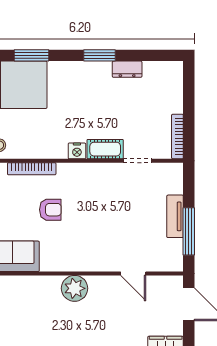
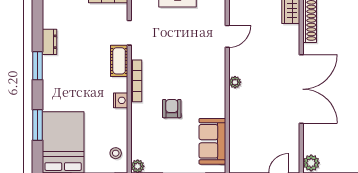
nightstand: (77, 151) -> (121, 100), moved
bookcase: (32, 169) -> (136, 81), moved
plant: (75, 288) -> (235, 82), width x0.53, depth x0.53

